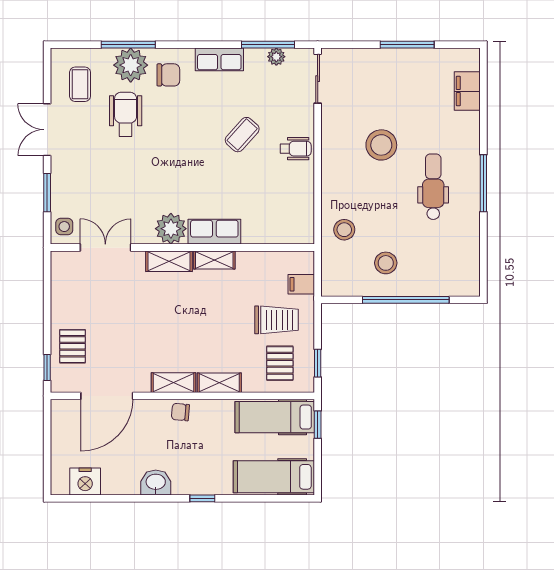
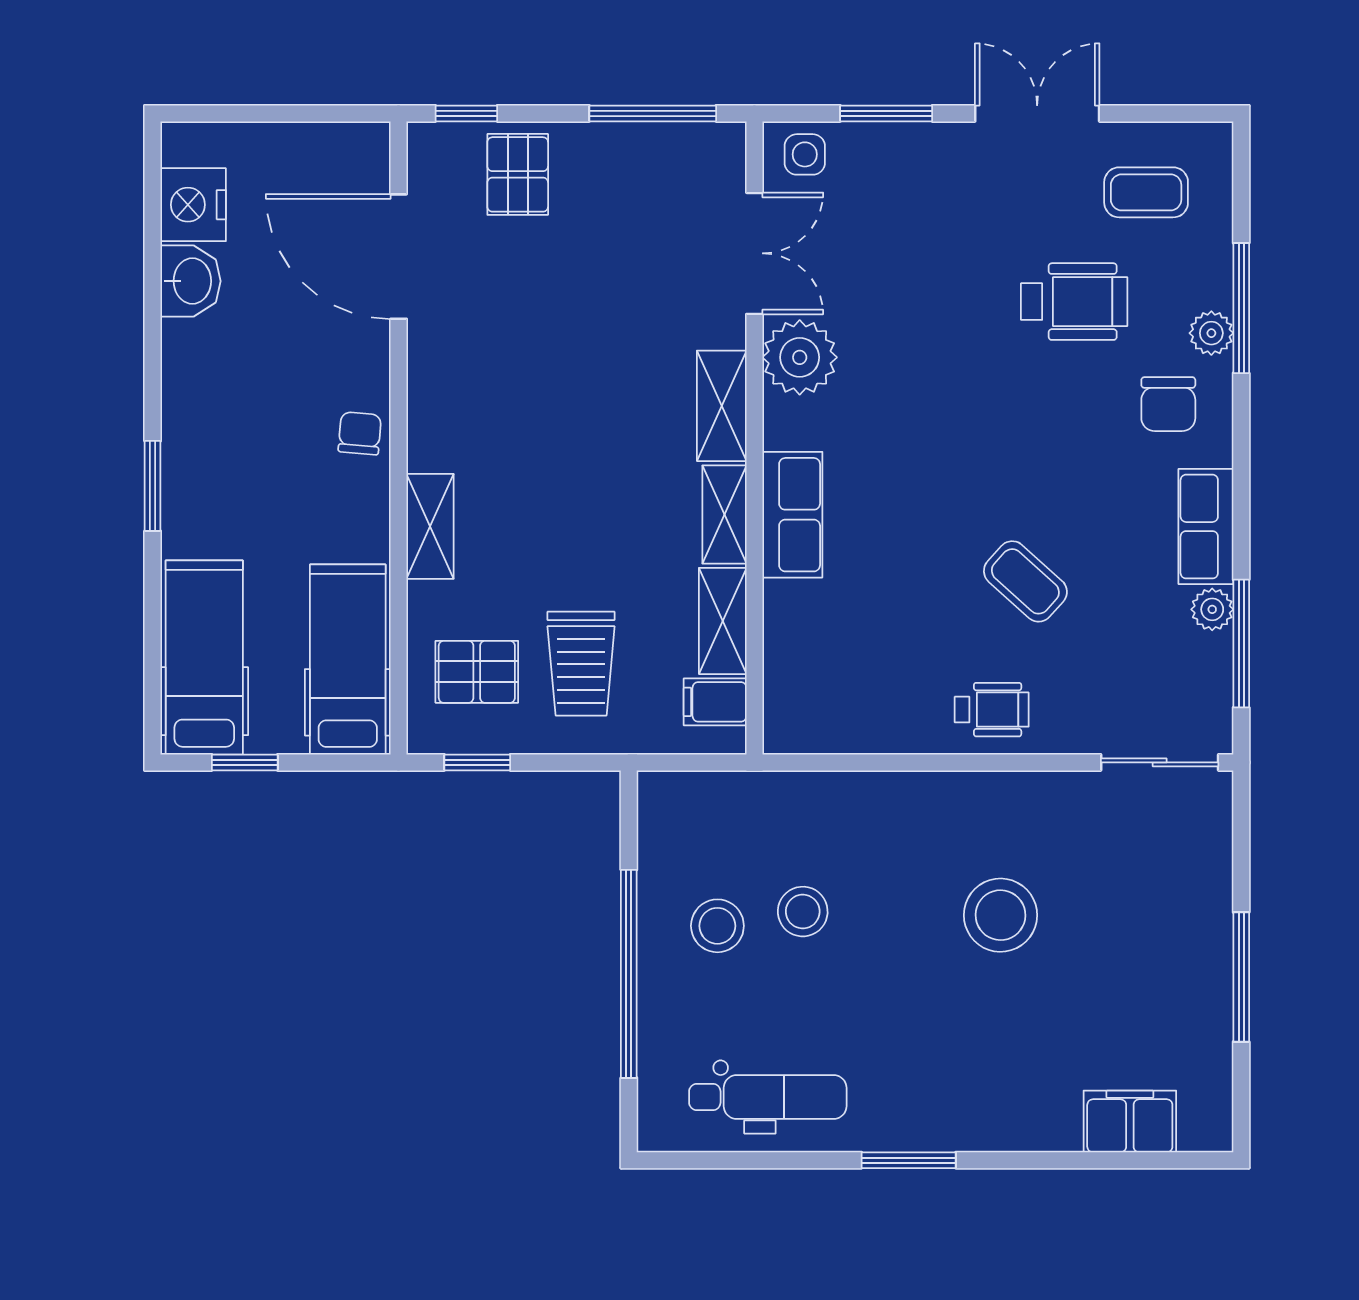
plant: (276, 57) -> (1212, 609), moved
plant: (131, 65) -> (1211, 333), width x0.53, depth x0.53
wheelchair: (296, 149) -> (992, 710), turned -90
window: (483, 183) -> (909, 1160), width x0.69
dental chair: (433, 187) -> (768, 1097), moved
plant: (171, 229) -> (800, 357), moved
stool: (344, 230) -> (803, 912), moved
filing cabinet: (301, 284) -> (715, 702), moved, turned -90
window: (47, 290) -> (653, 113), added
pallet: (73, 346) -> (518, 174), turned 90
shelving: (173, 383) -> (723, 621), moved
window: (318, 425) -> (245, 762), moved
washbasin: (156, 483) -> (191, 281), moved
window: (202, 498) -> (153, 486), width x1.50

